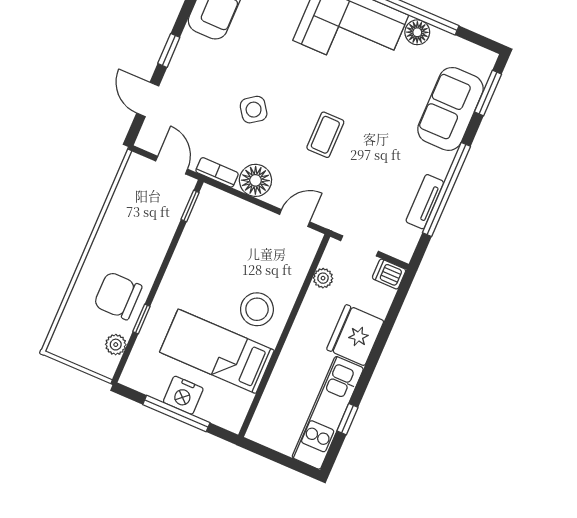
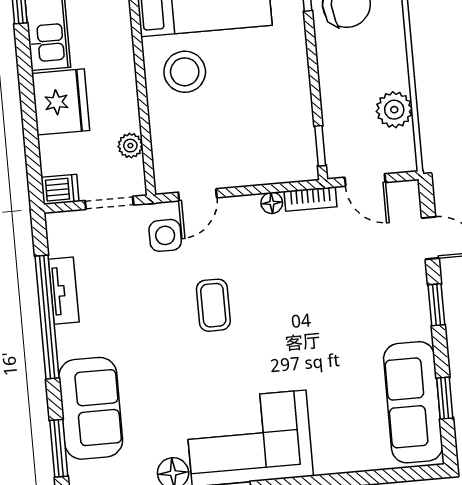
side table: (254, 110) -> (165, 235), moved, turned 35
floor lamp: (255, 180) -> (272, 203), width x0.53, depth x0.53
plant: (124, 203) -> (394, 110), added

